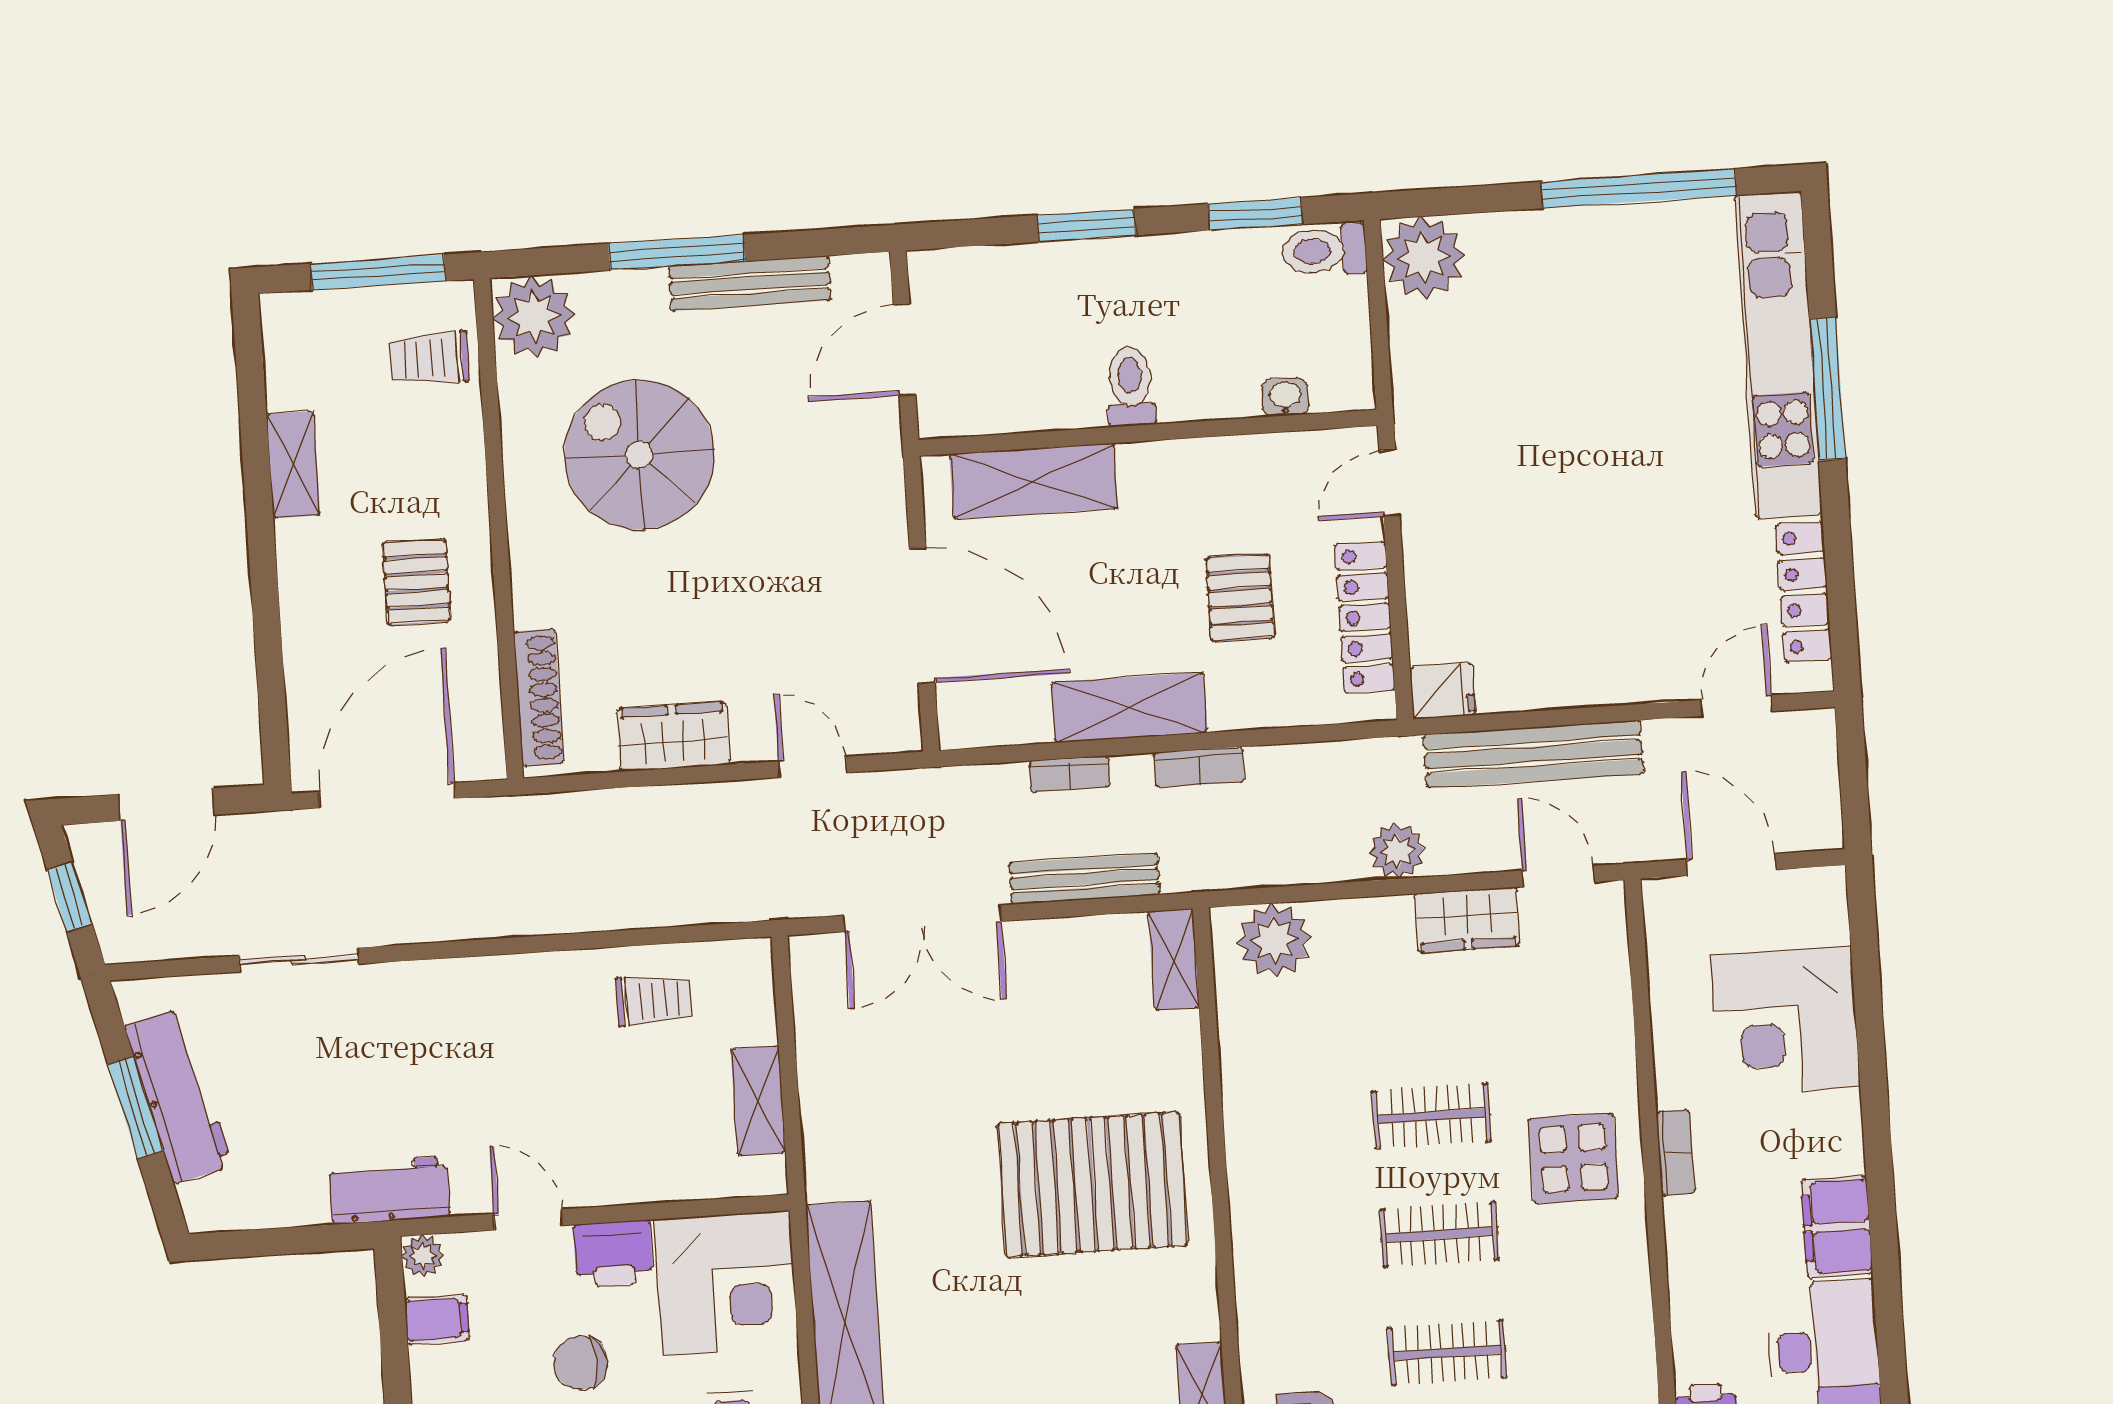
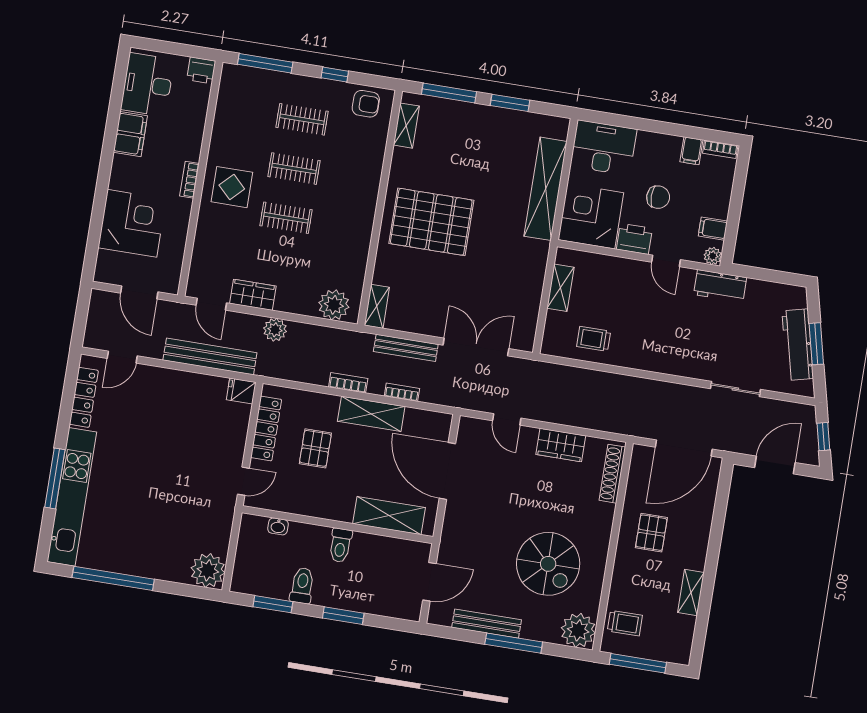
toilet: (1324, 250) -> (302, 585), moved, turned -90

